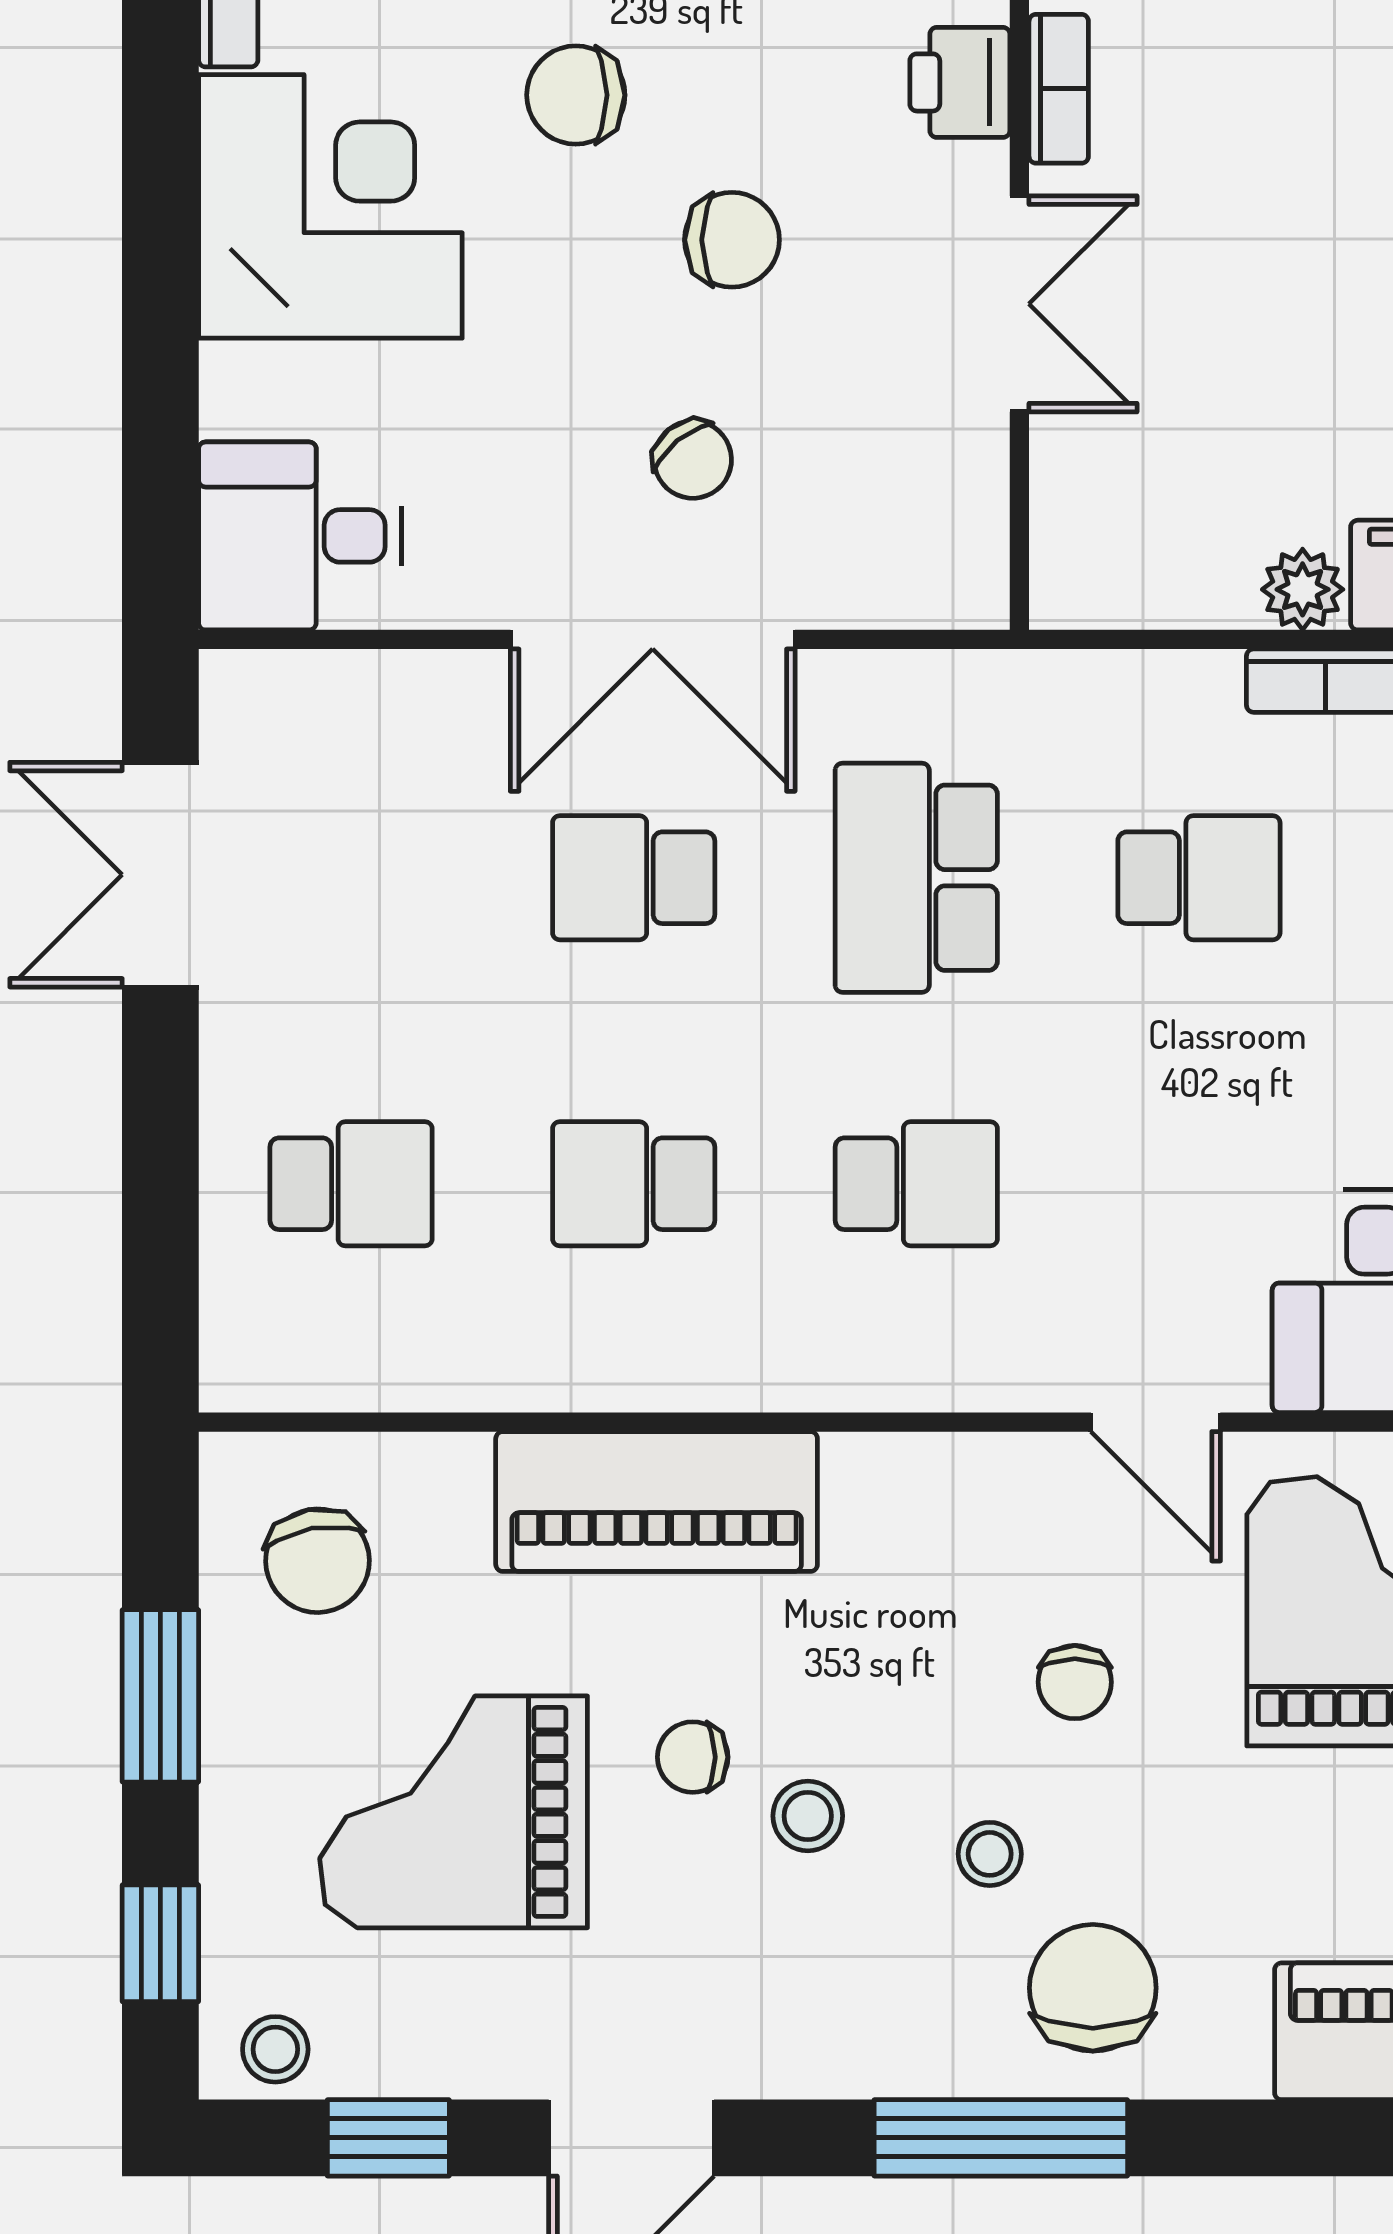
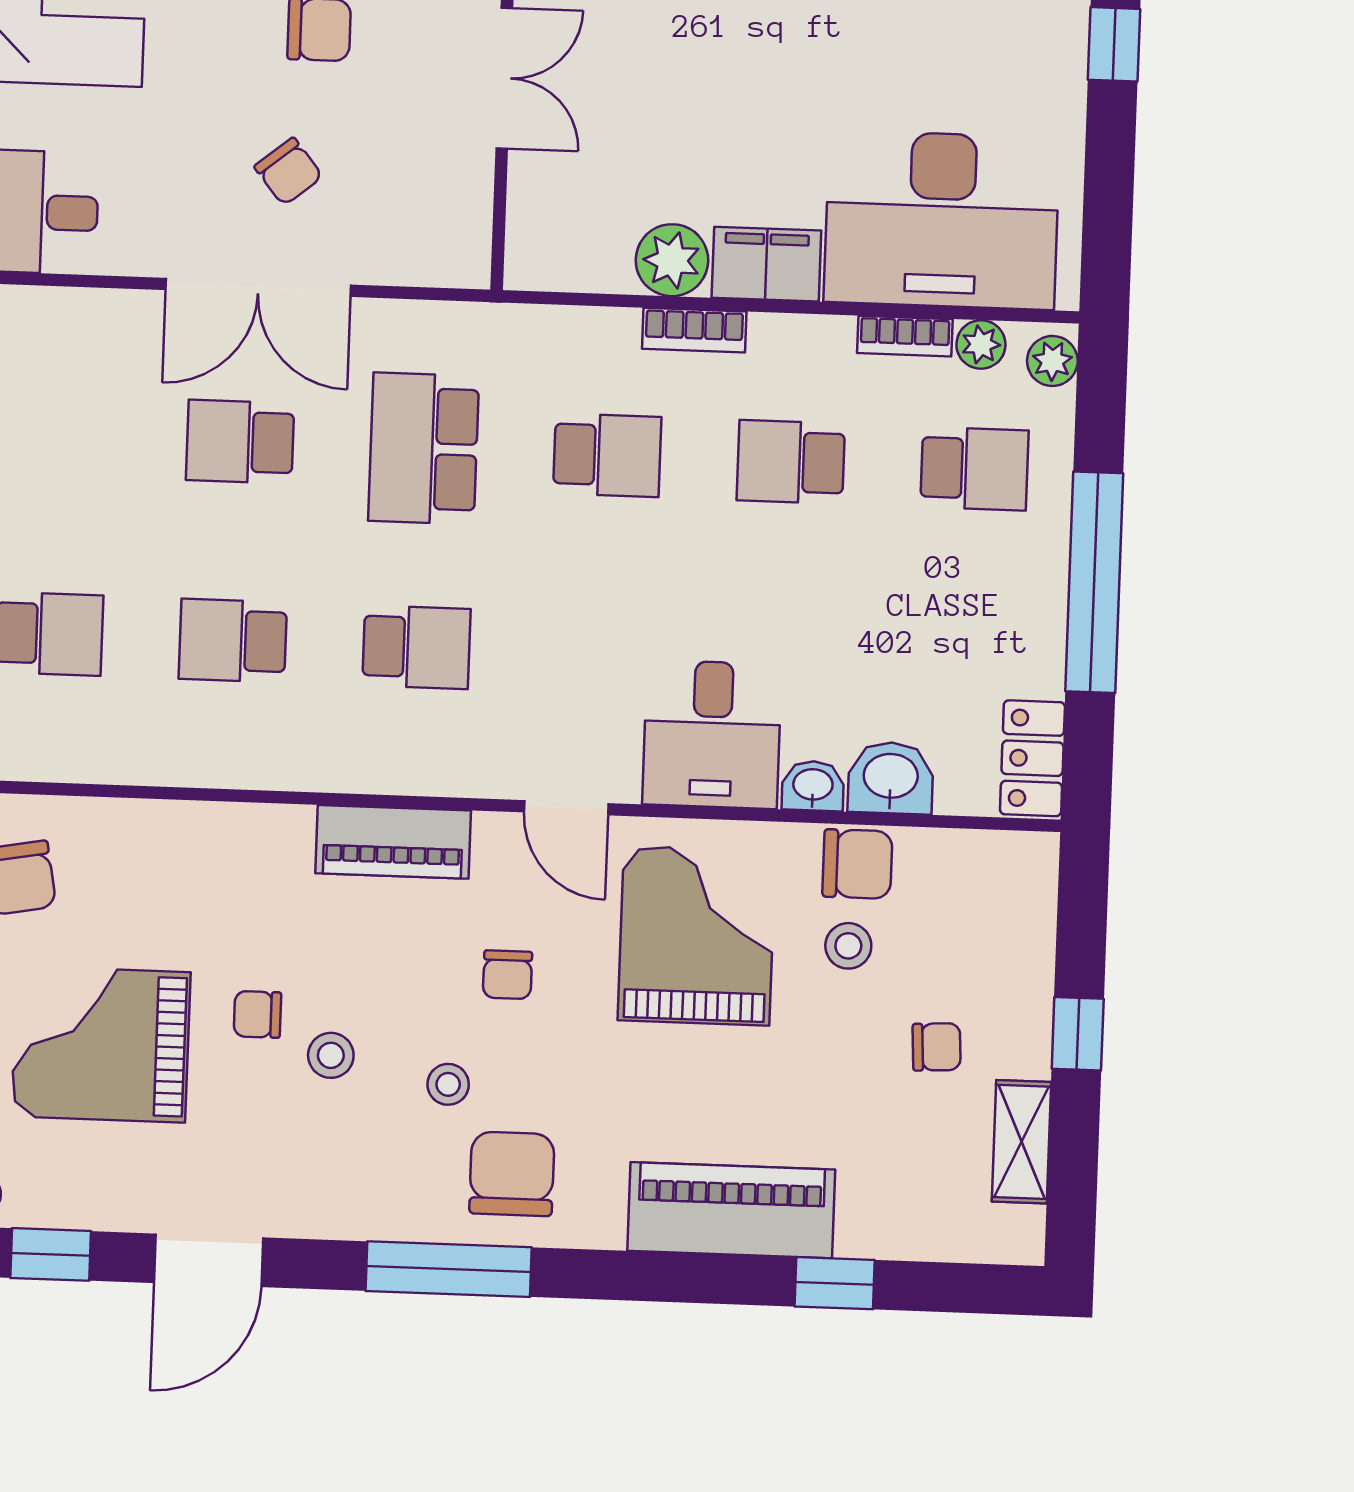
plant: (1303, 589) -> (672, 260), width x1.38, depth x1.38
piano: (657, 1502) -> (393, 842), moved, width x0.73, depth x0.75

